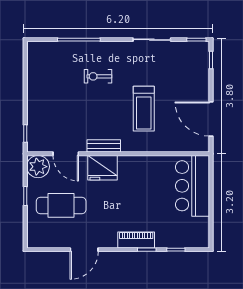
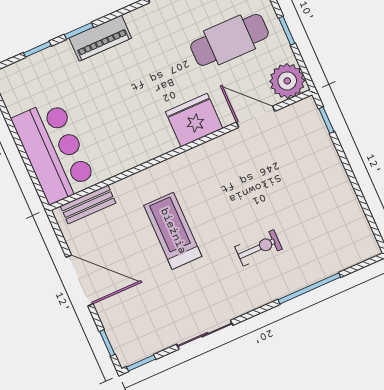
door: (211, 119) -> (80, 280), moved
bench: (104, 146) -> (88, 205), moved

